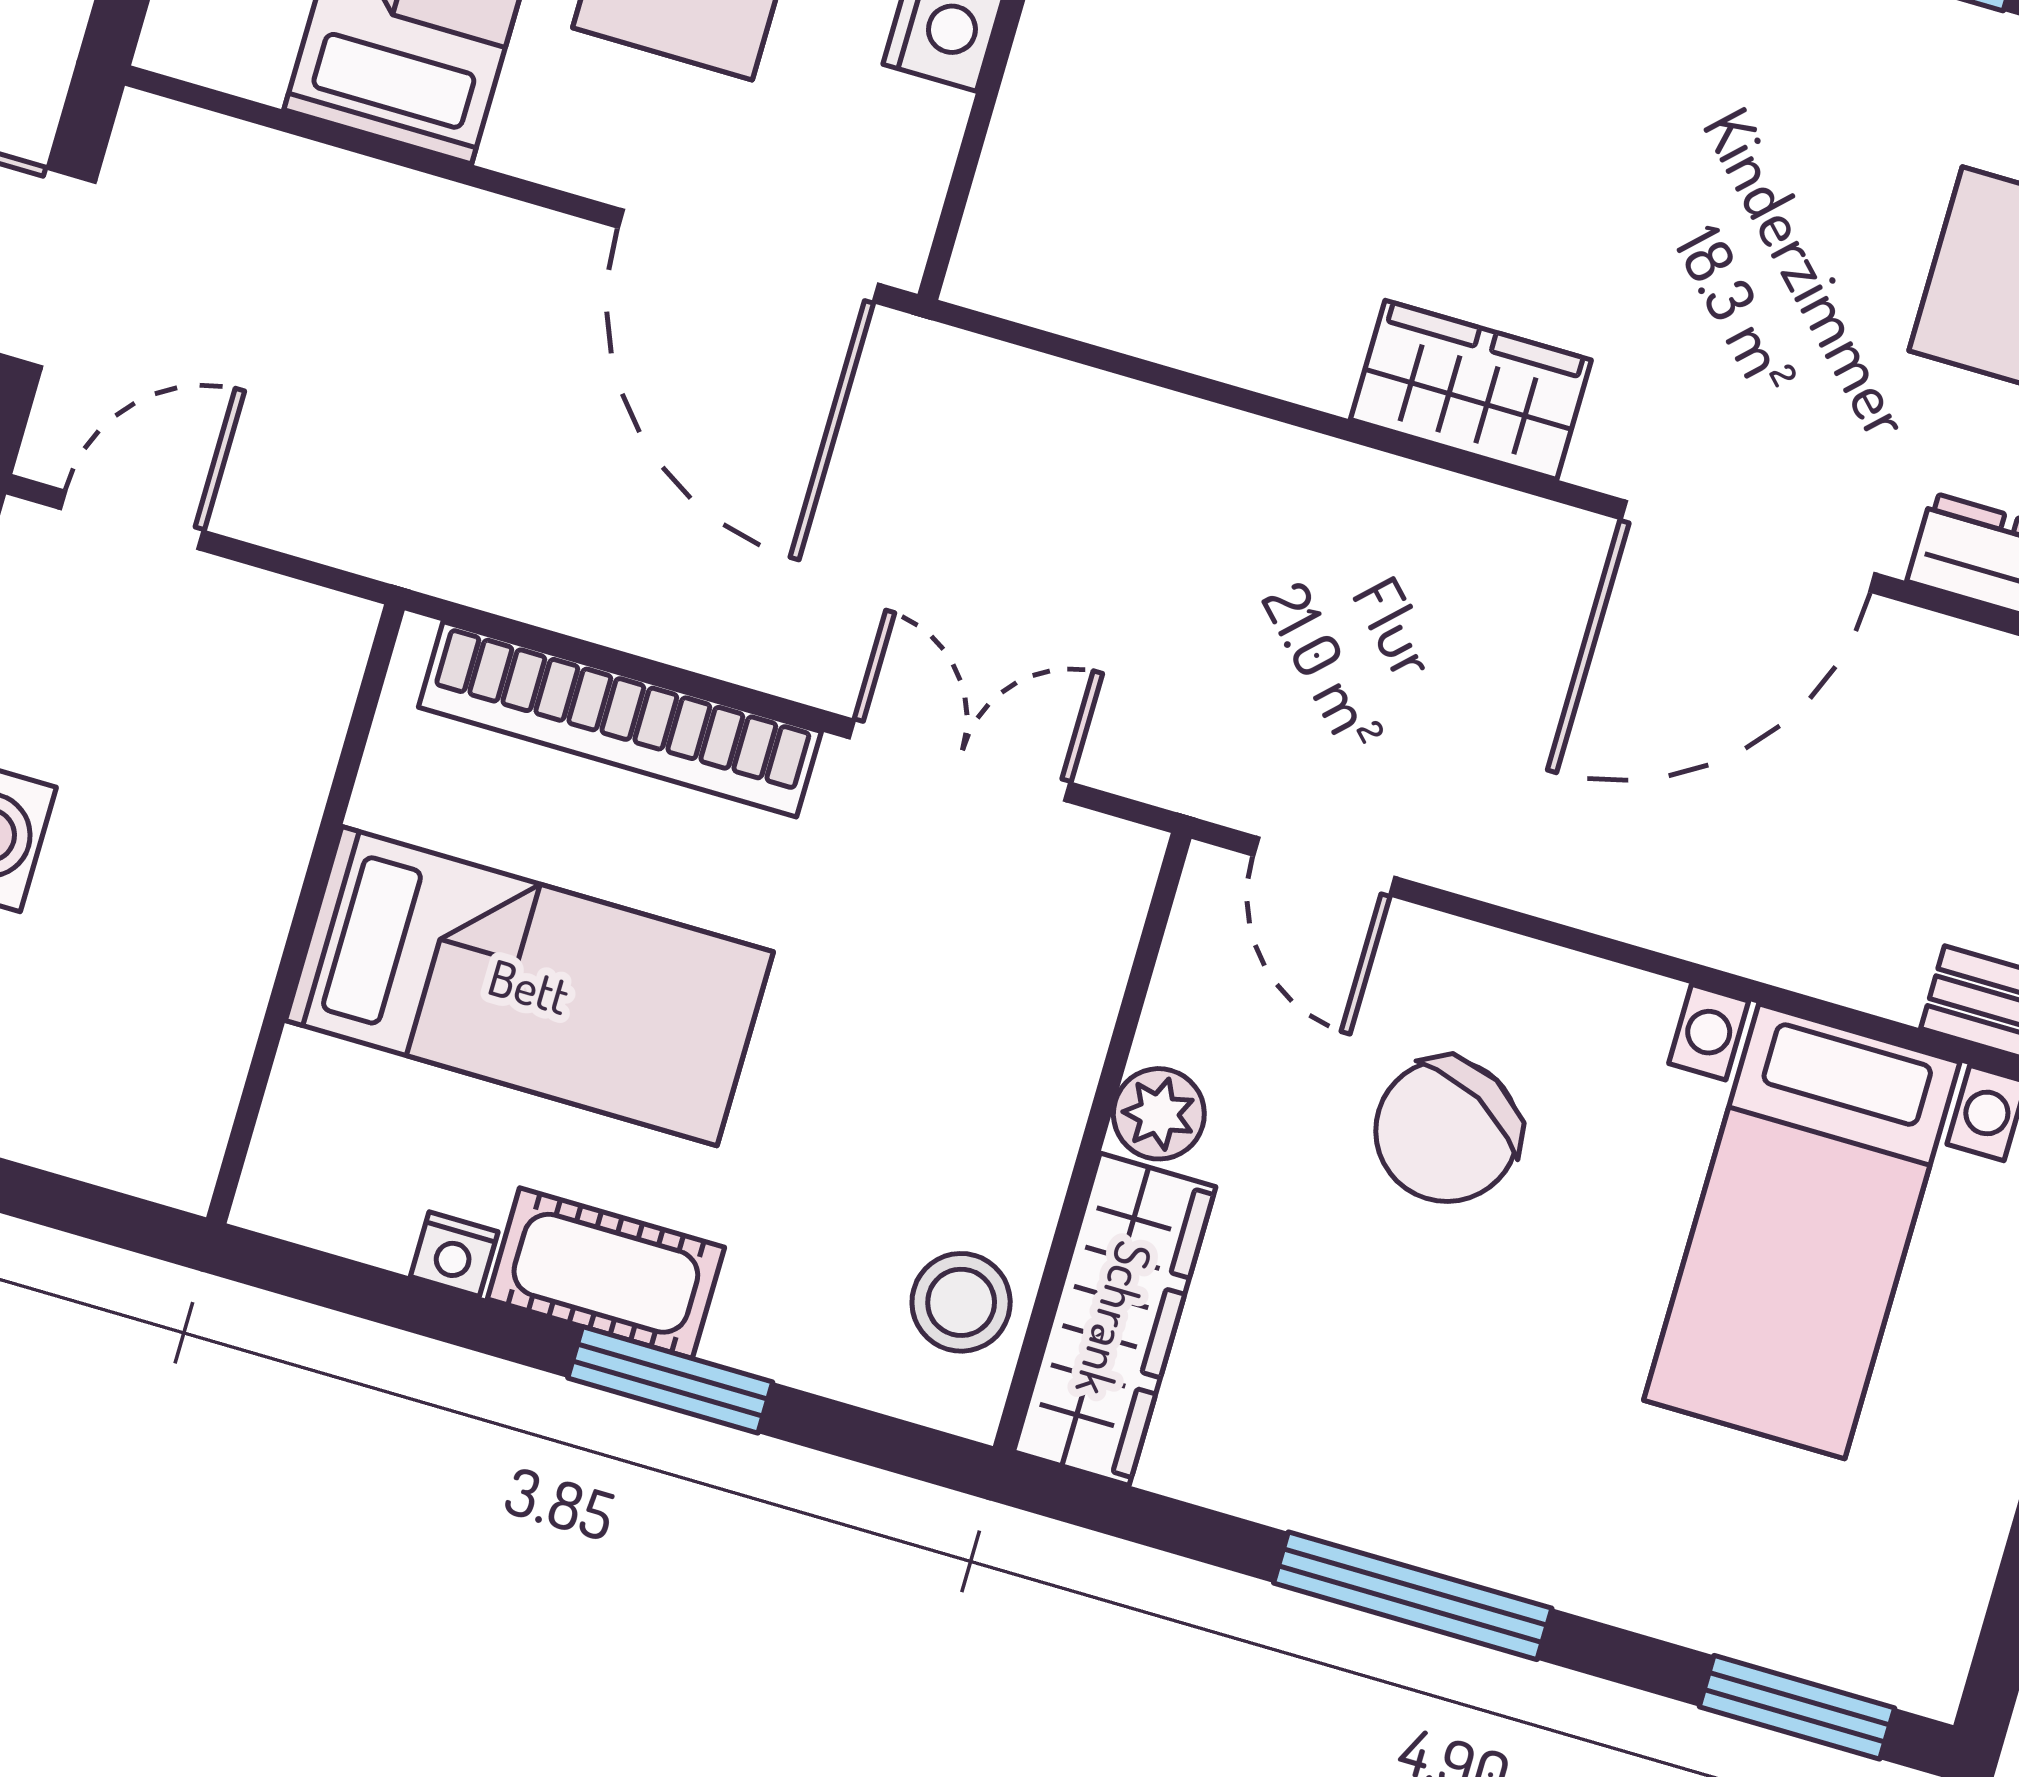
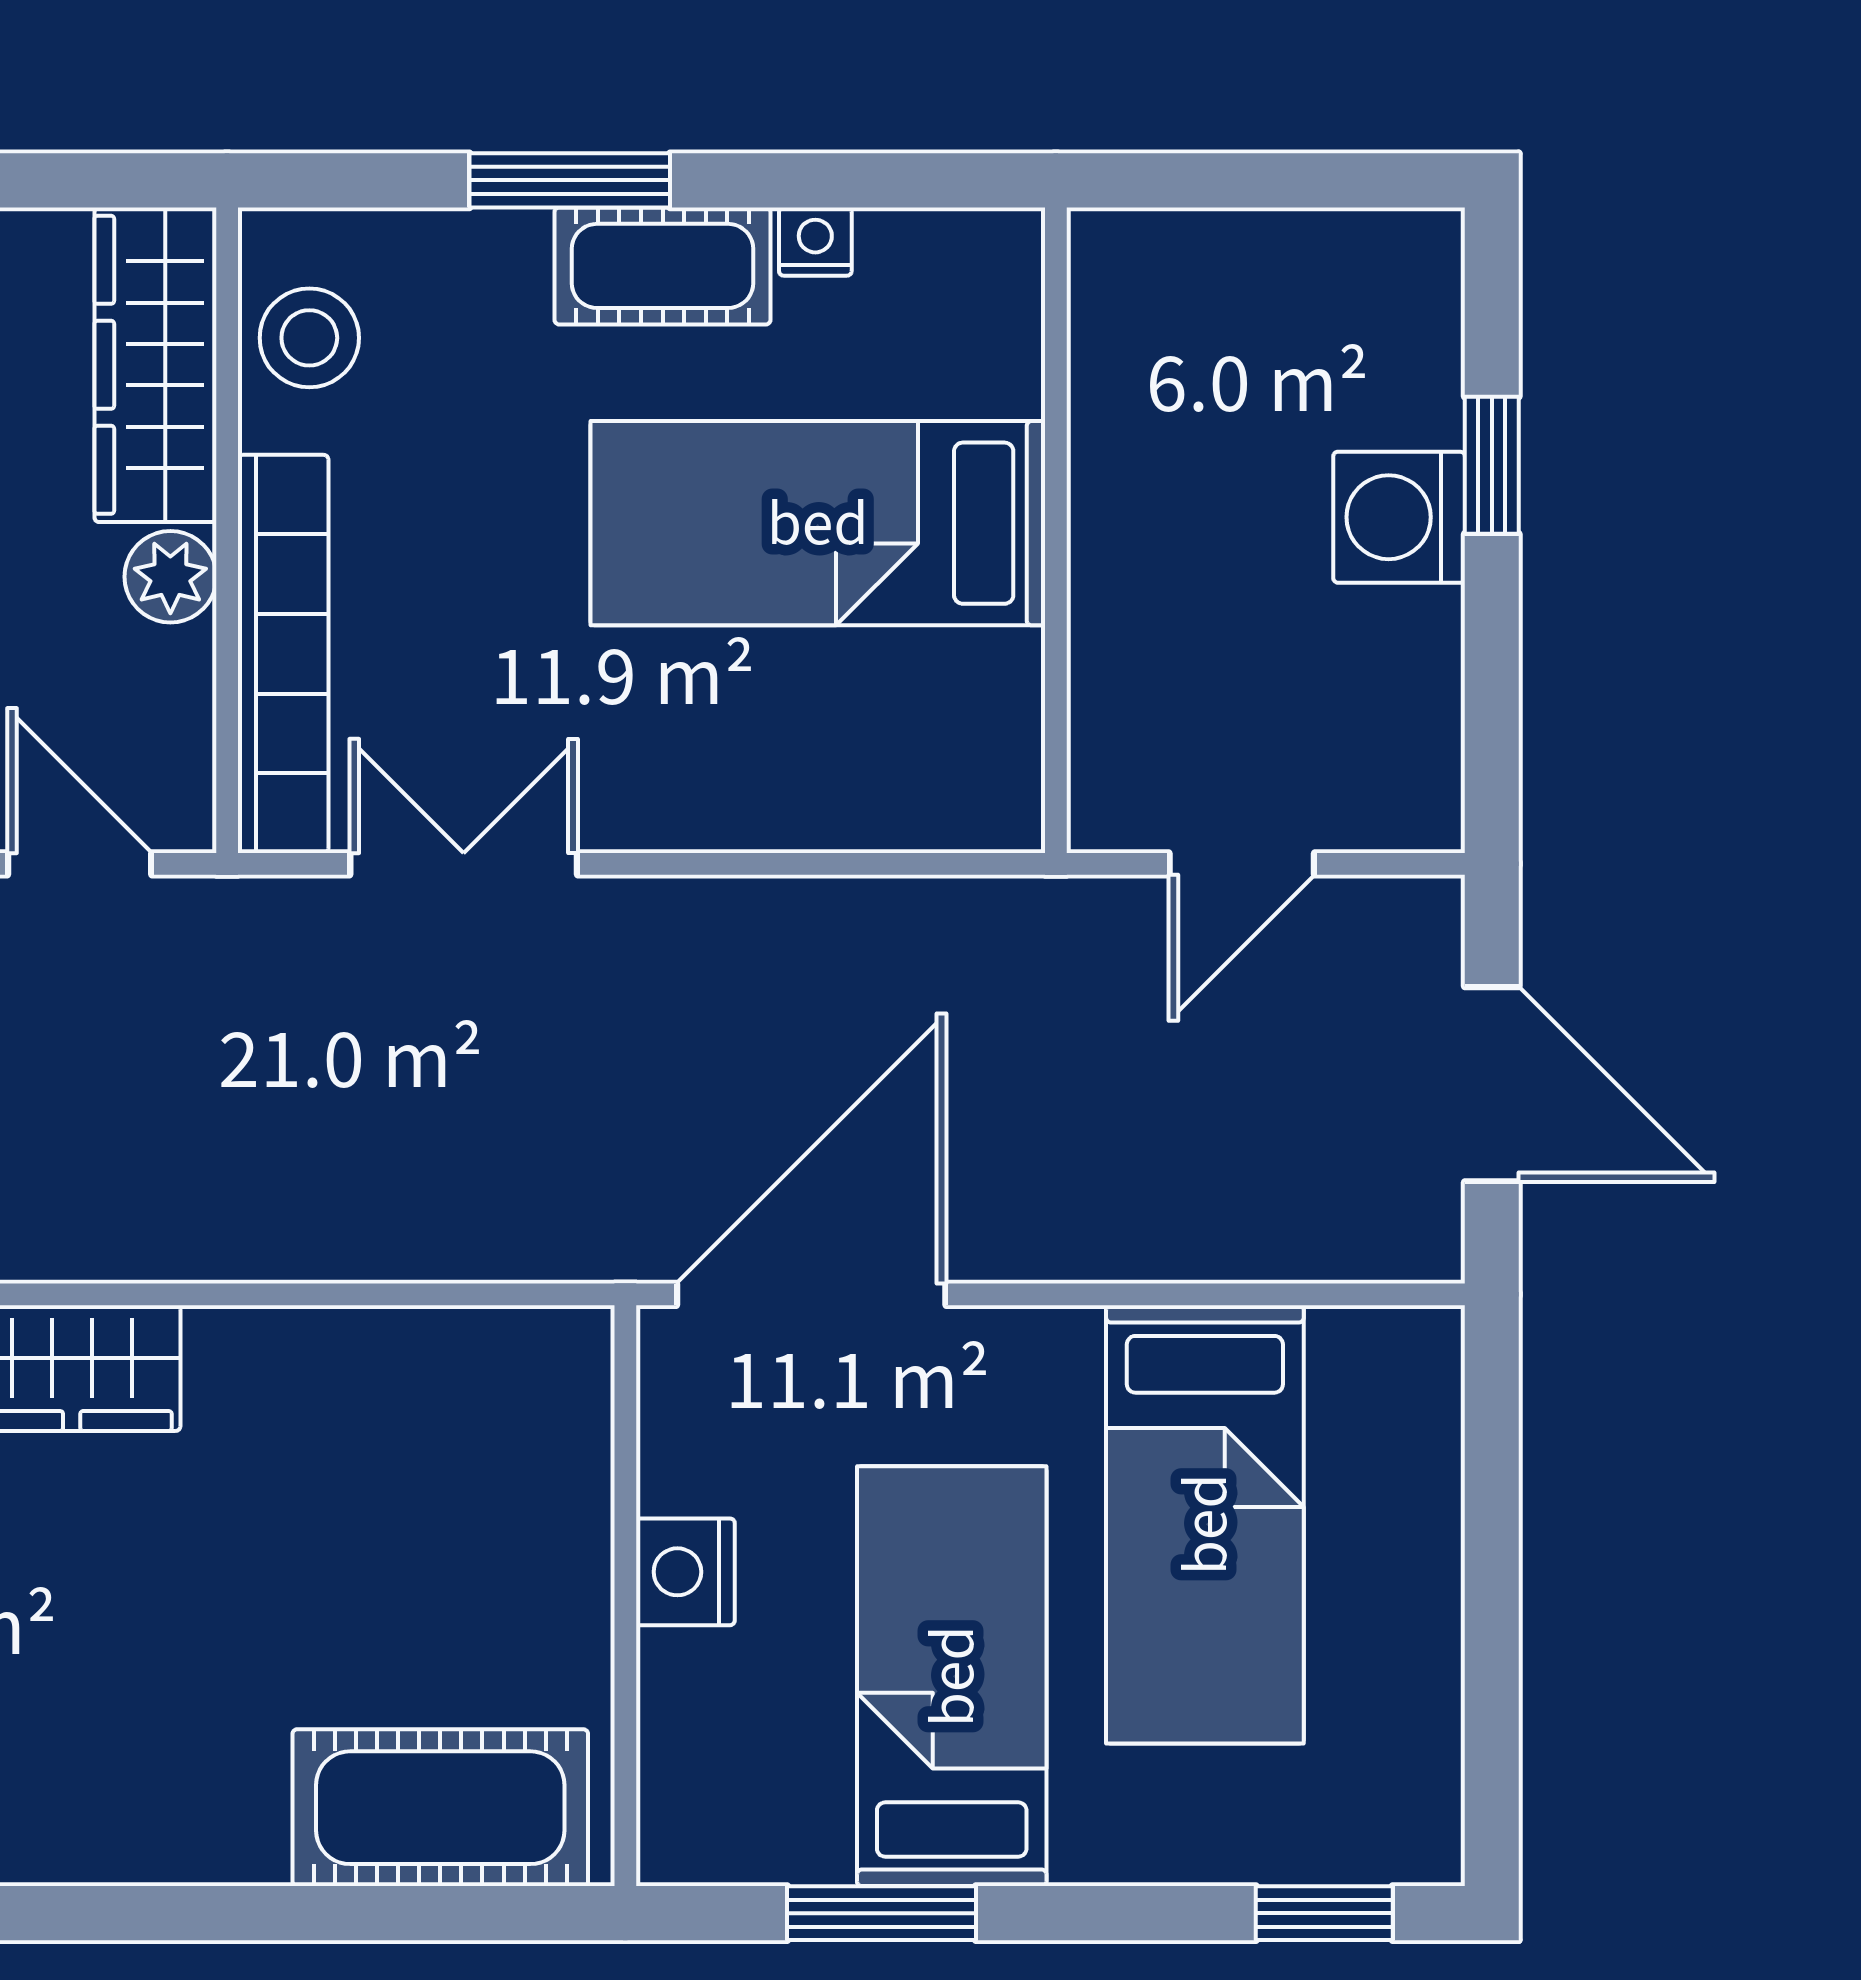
door: (748, 256) -> (811, 1294), hinge flipped
door: (132, 520) -> (1242, 864), moved
bookcase: (620, 719) -> (283, 654), moved, turned 90
double door: (960, 760) -> (464, 864), swing flipped

